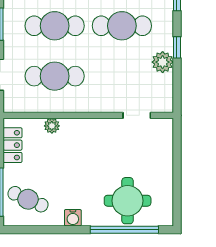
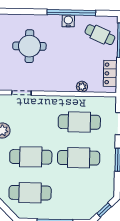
round table: (128, 201) -> (29, 46), moved
window: (124, 230) -> (71, 12), moved

